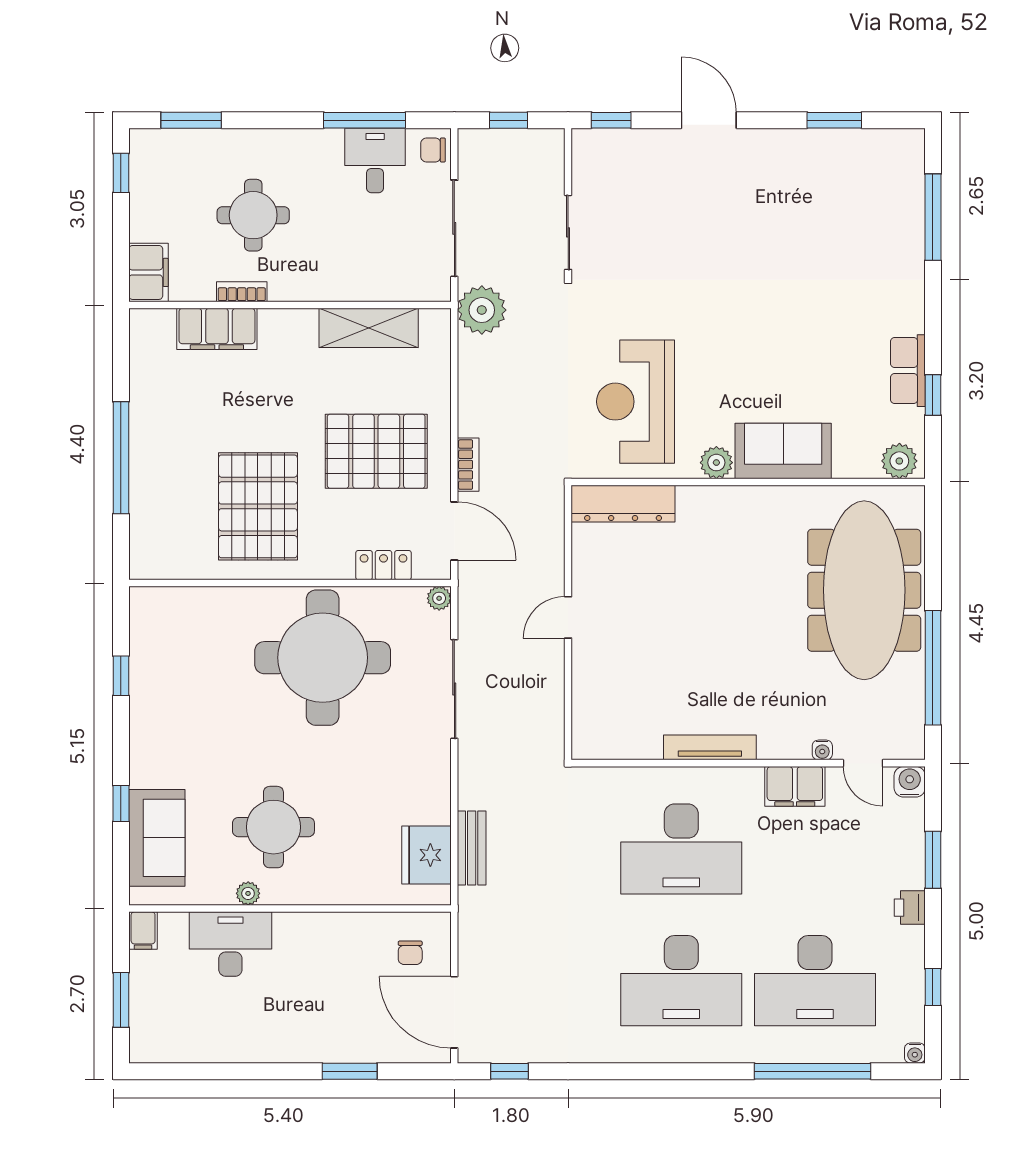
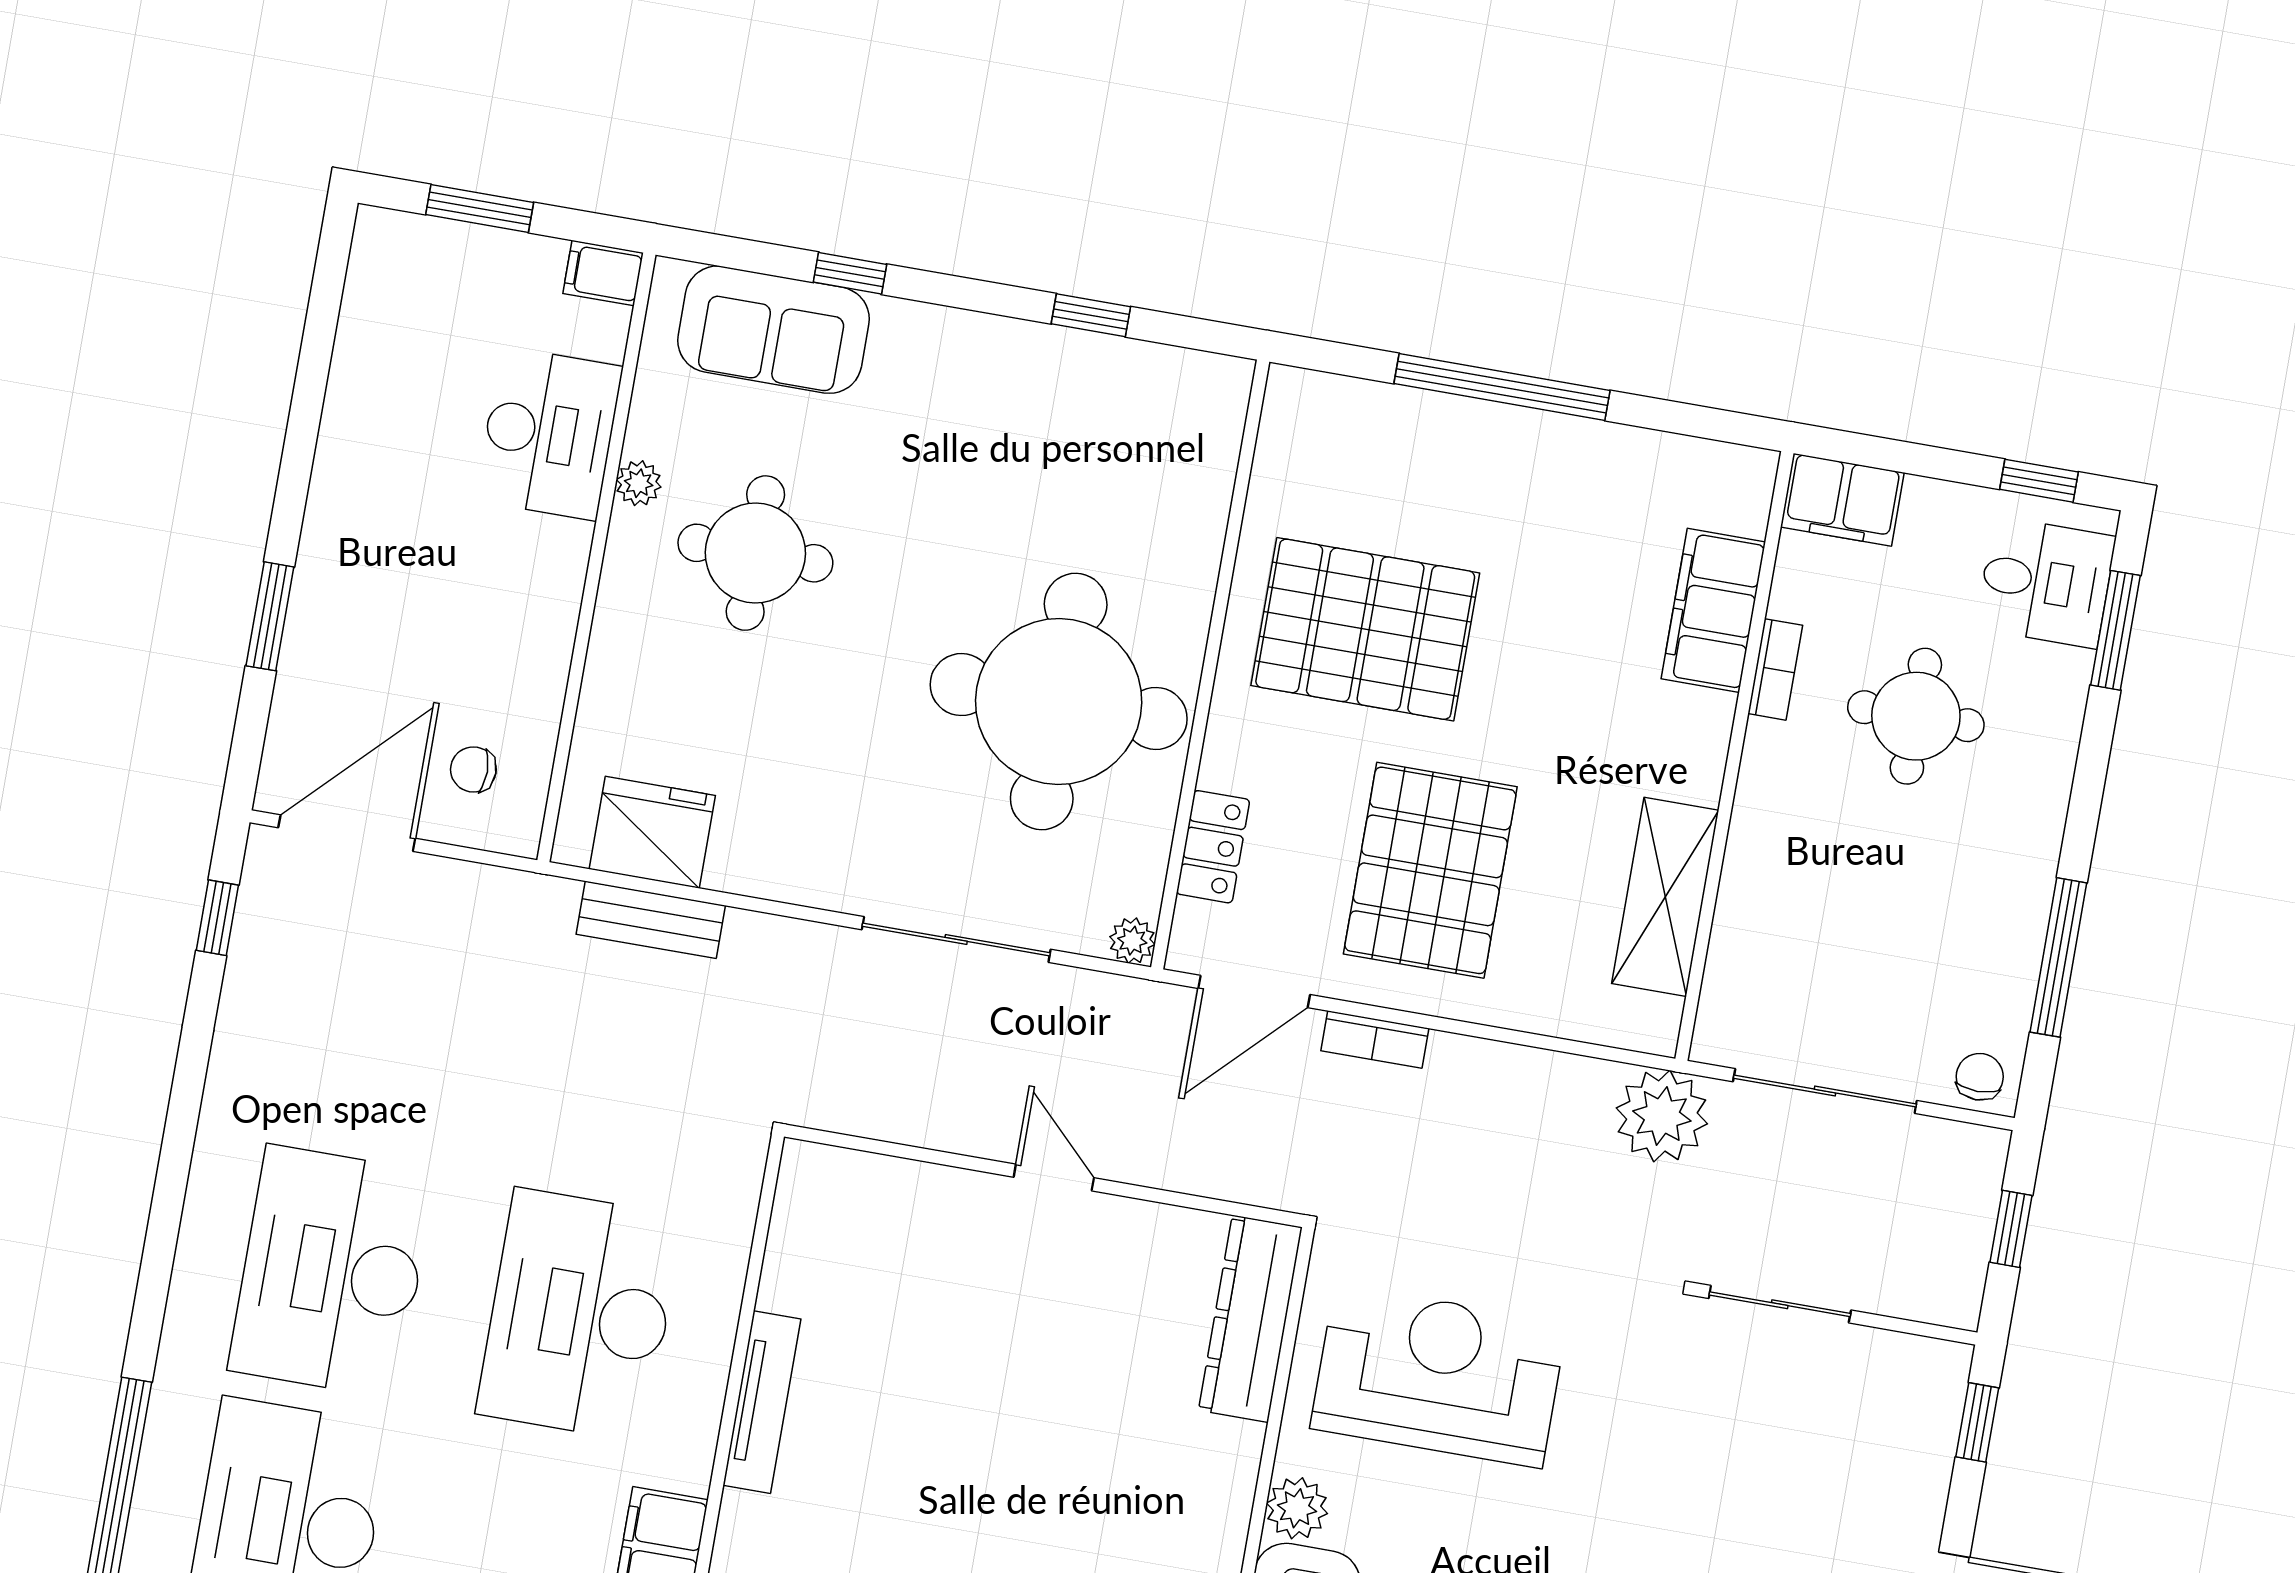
desk: (375, 160) -> (2046, 582), moved

